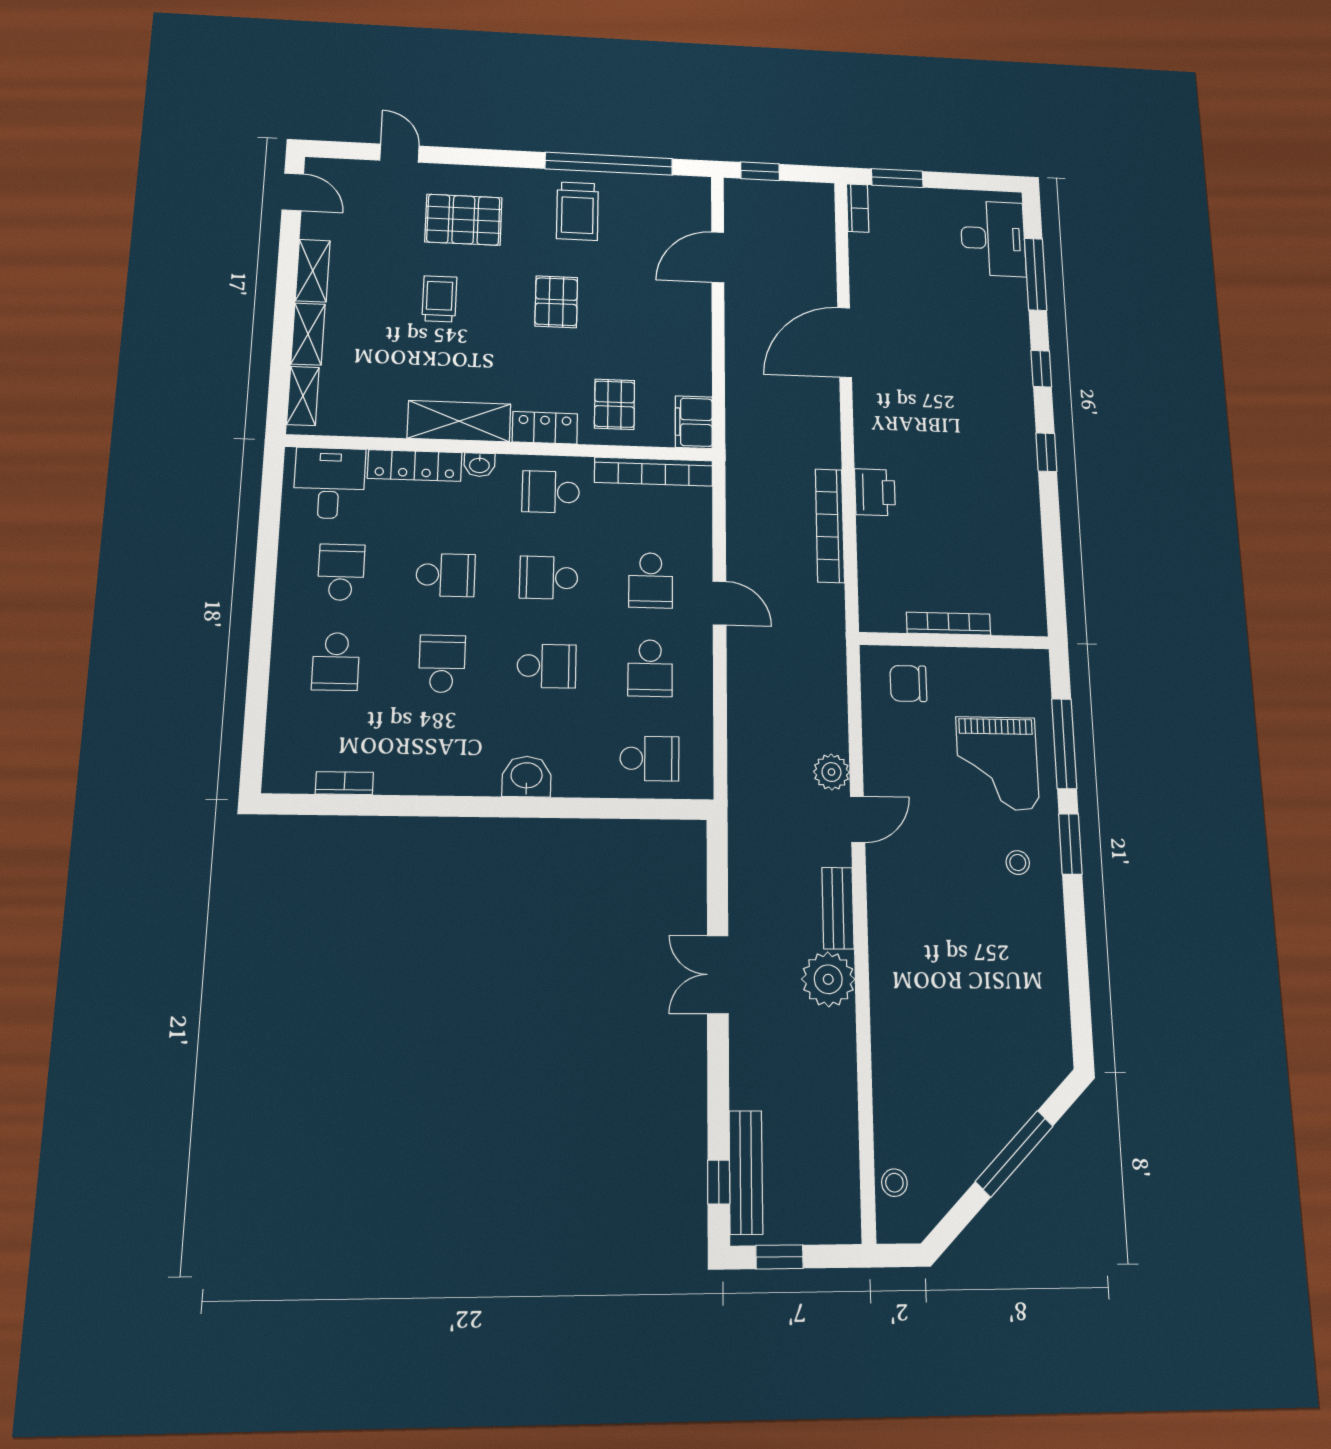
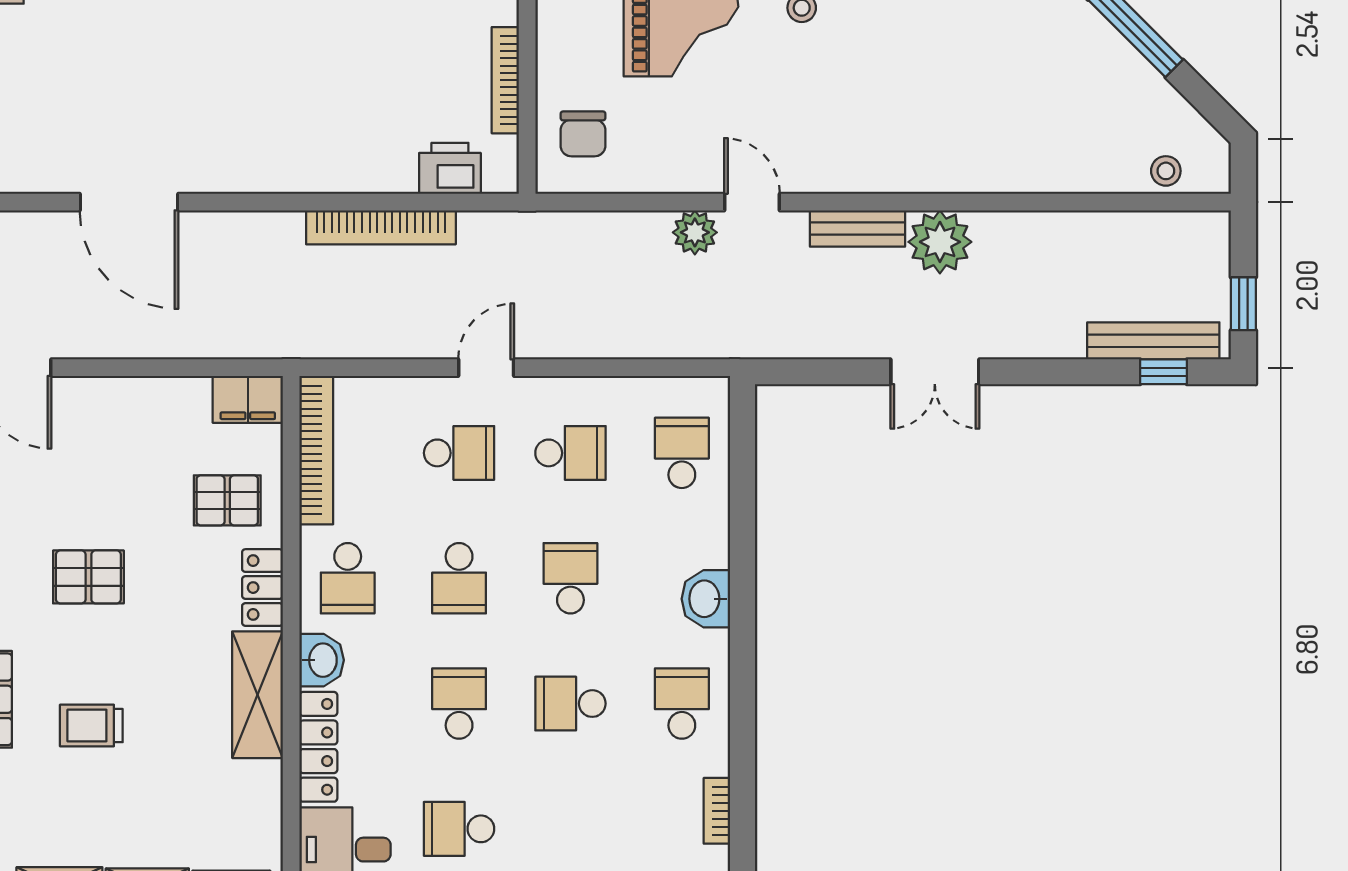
washbasin: (479, 465) -> (322, 660), width x1.38, depth x1.45
printer: (875, 492) -> (450, 168), moved
school desk: (336, 661) -> (682, 704), moved, turned -90

